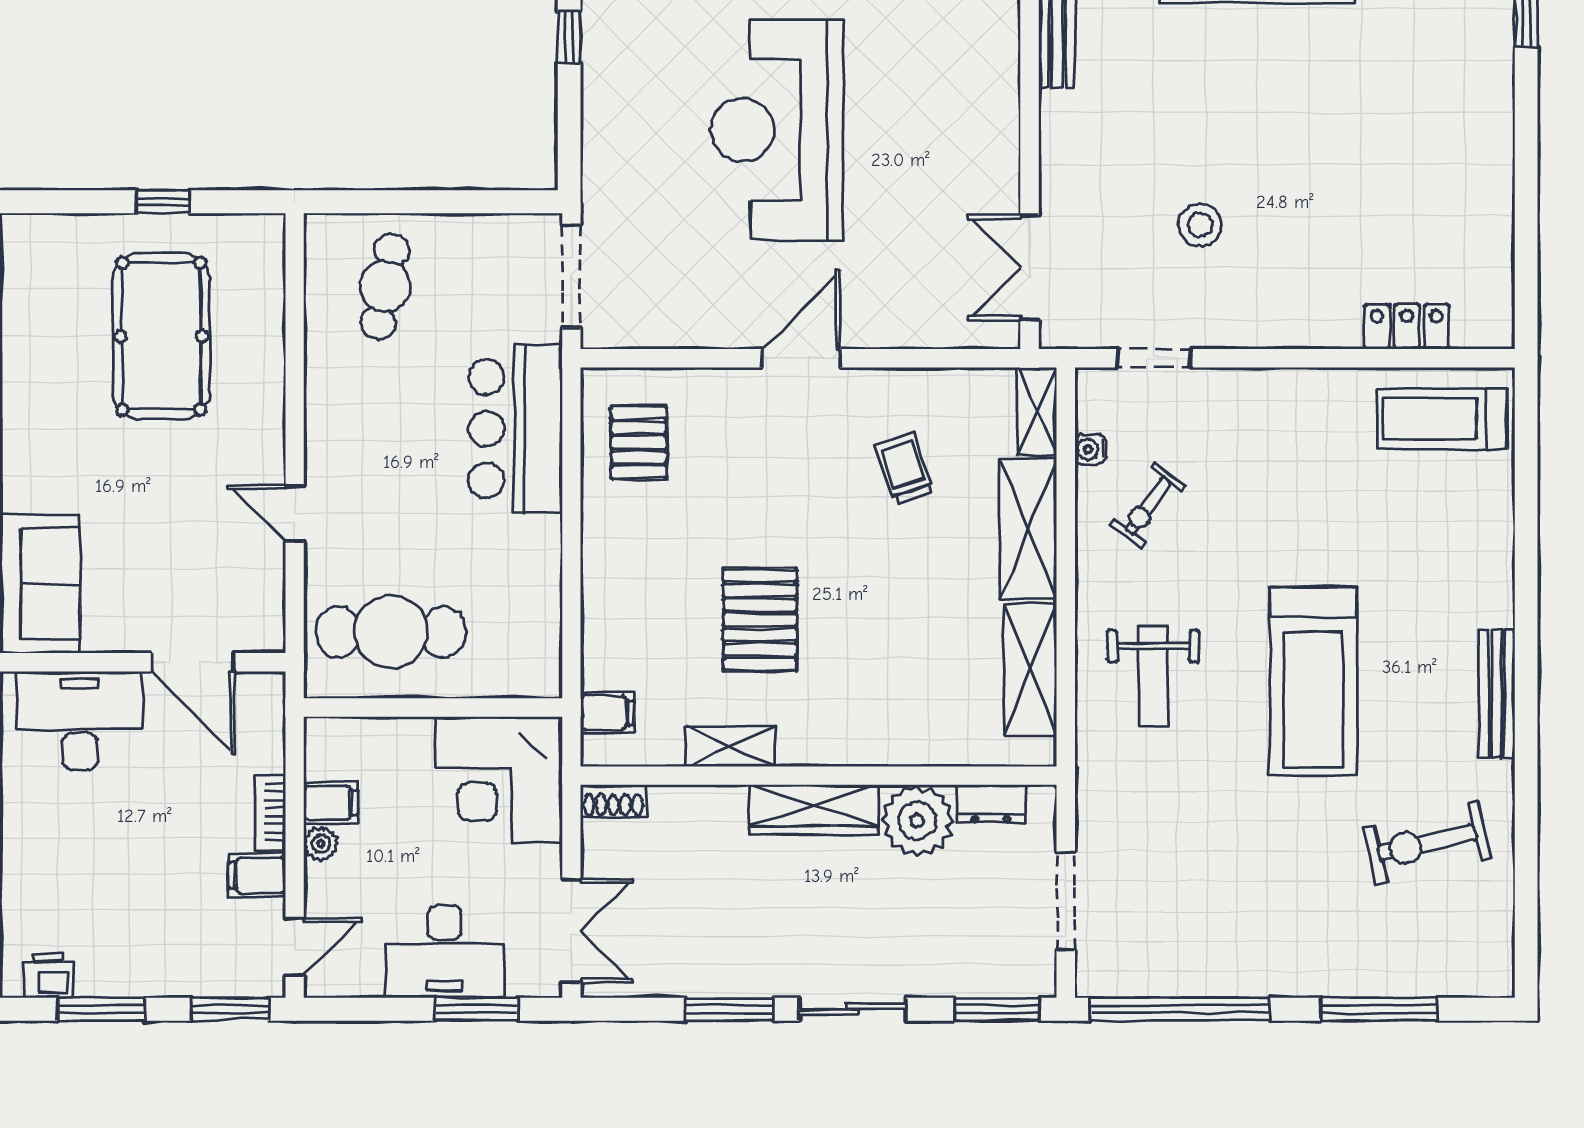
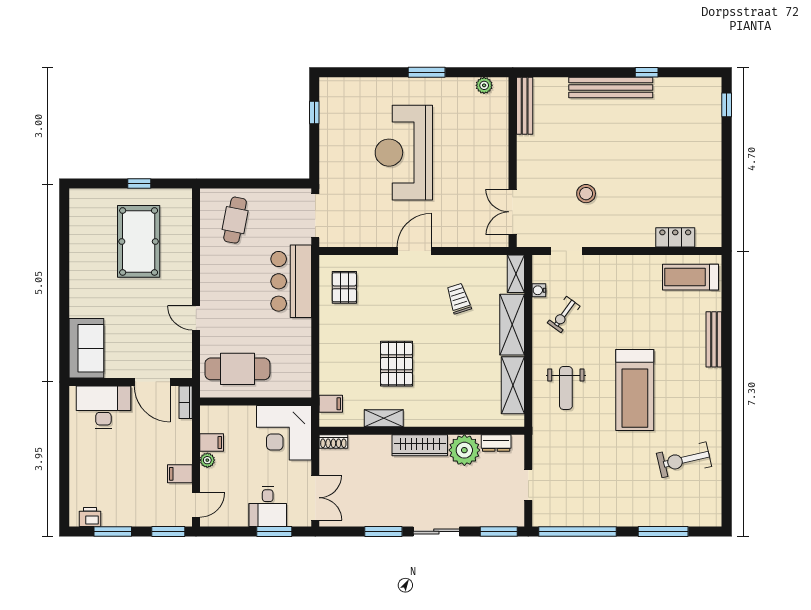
bench: (1497, 694) -> (714, 339), moved
bookcase: (270, 812) -> (186, 402), moved
doorway: (1066, 901) -> (528, 485), width x0.73
desk: (445, 951) -> (268, 506), width x0.73

